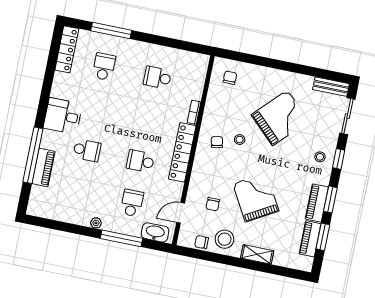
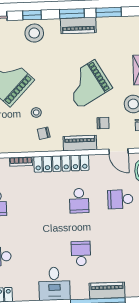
stool: (320, 157) -> (34, 33), width x1.89, depth x1.89
piano: (310, 239) -> (80, 143), moved, turned 180

